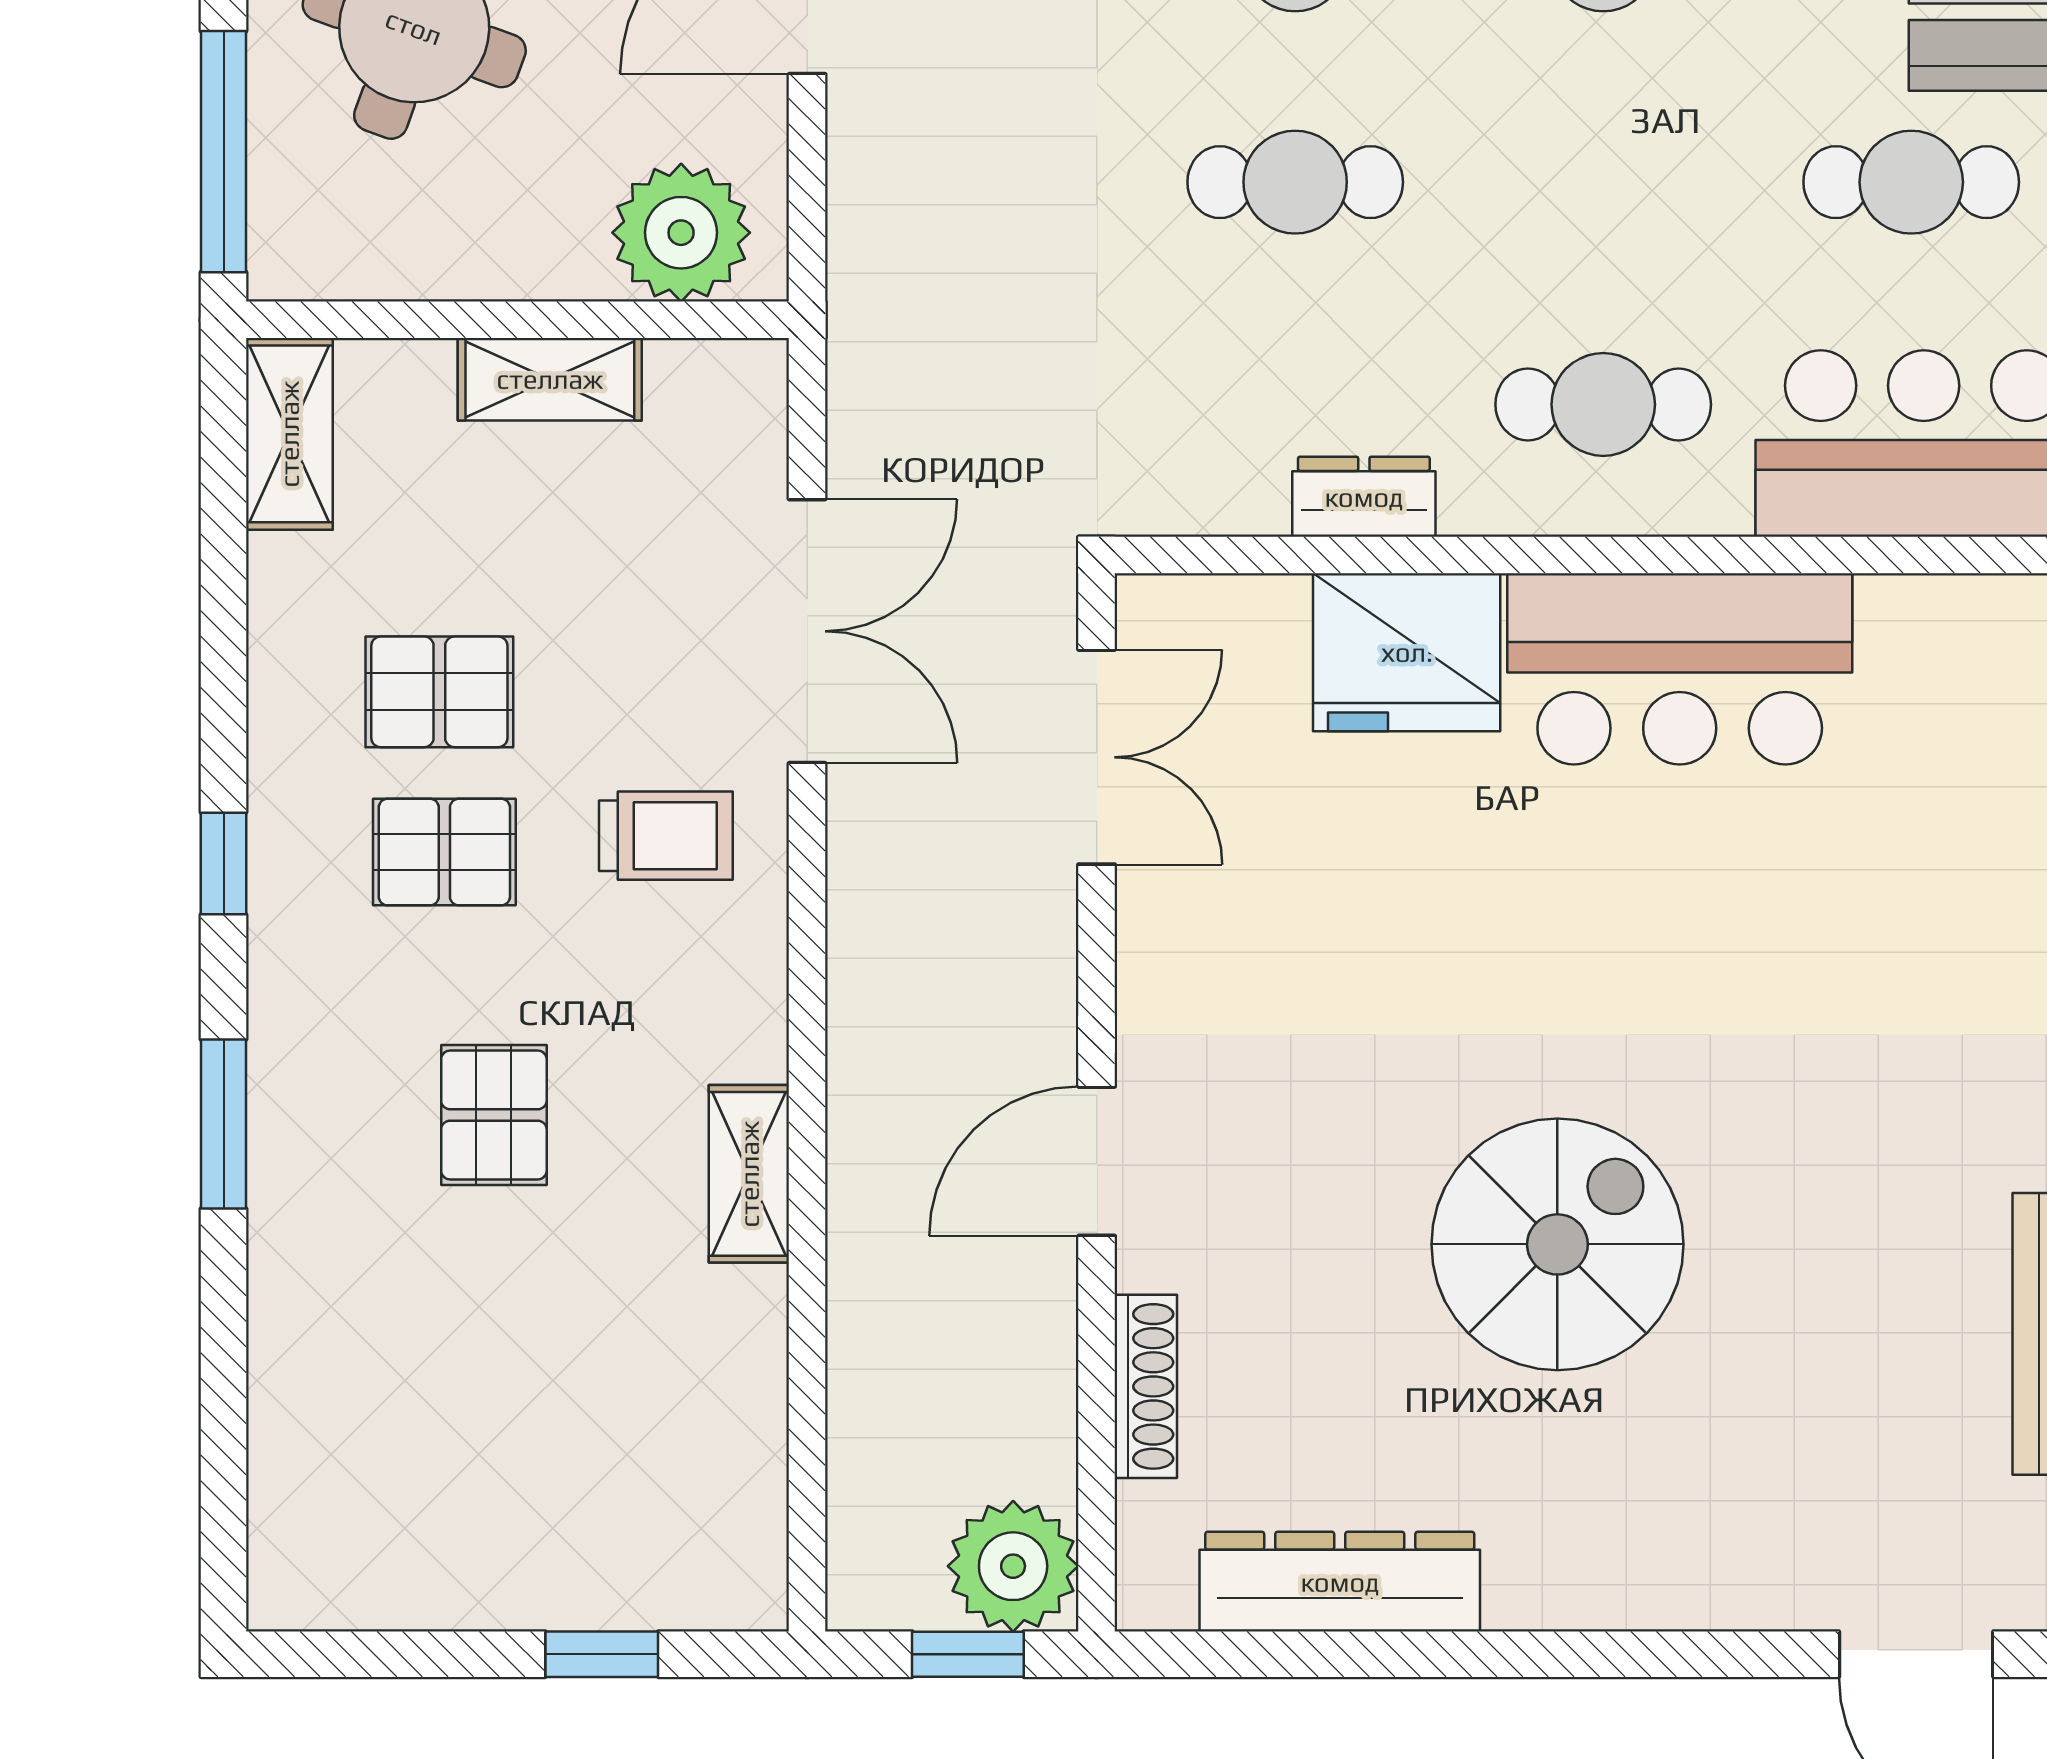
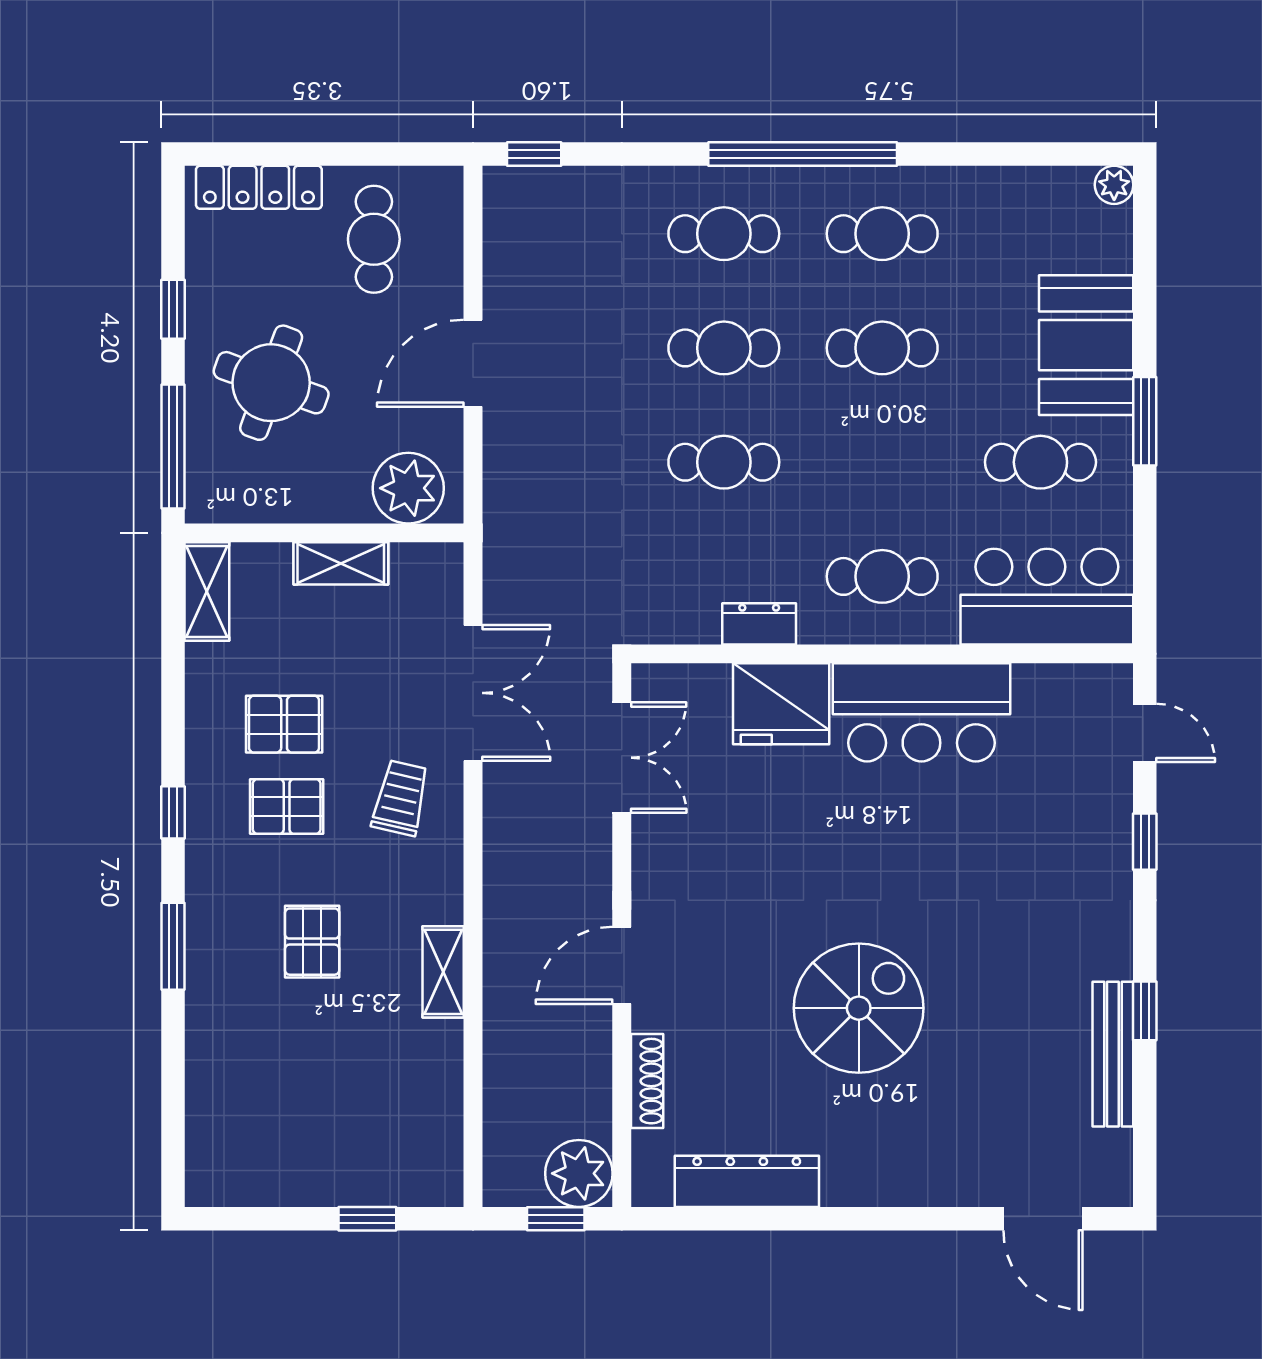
trolley: (666, 836) -> (400, 798), turned -77

